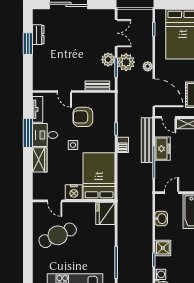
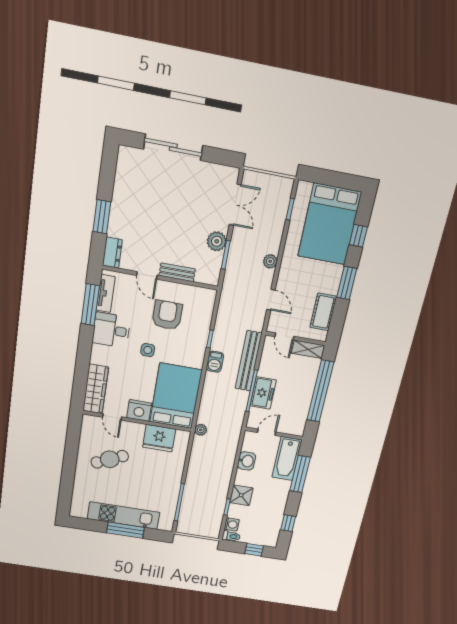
dresser: (38, 35) -> (112, 253), moved
window: (28, 44) -> (102, 217), moved
plant: (126, 62) -> (201, 430), moved, width x0.53, depth x0.53
bench: (97, 86) -> (177, 272), moved
door: (154, 93) -> (271, 300), width x0.53
armchair: (83, 117) -> (167, 315), turned 90
window: (28, 133) -> (90, 305), moved
freezer: (163, 149) -> (263, 393), moved
wardrobe: (40, 160) -> (96, 389), moved, width x1.50
fridge: (105, 213) -> (159, 438), moved, turned -90
cafe table: (58, 235) -> (110, 459), width x0.73, depth x0.74

